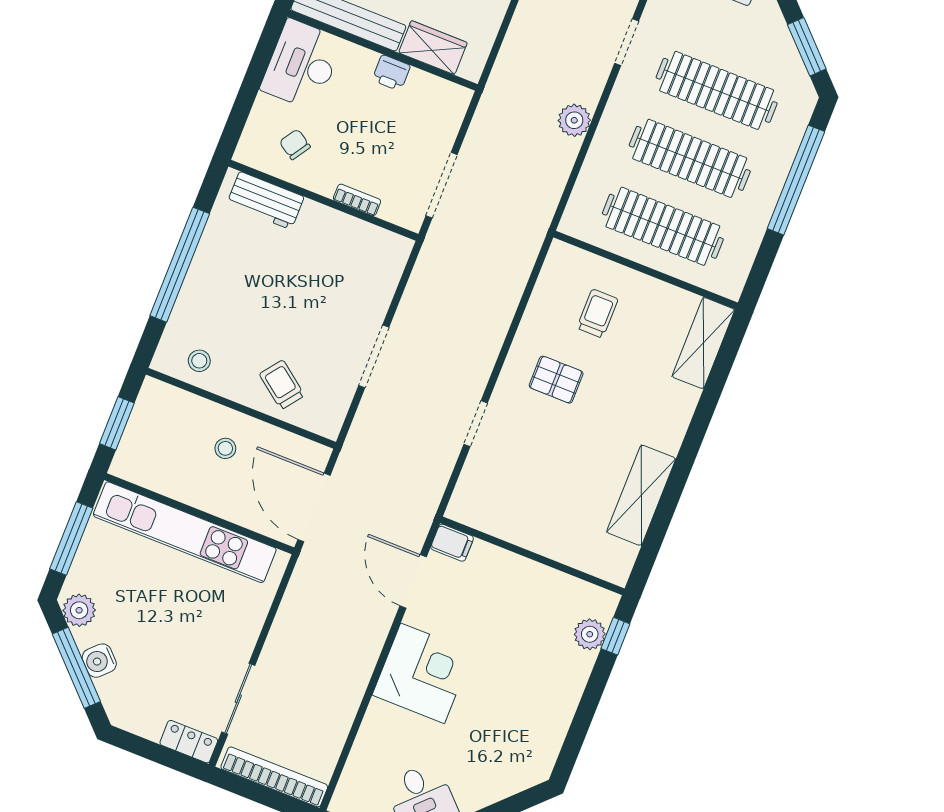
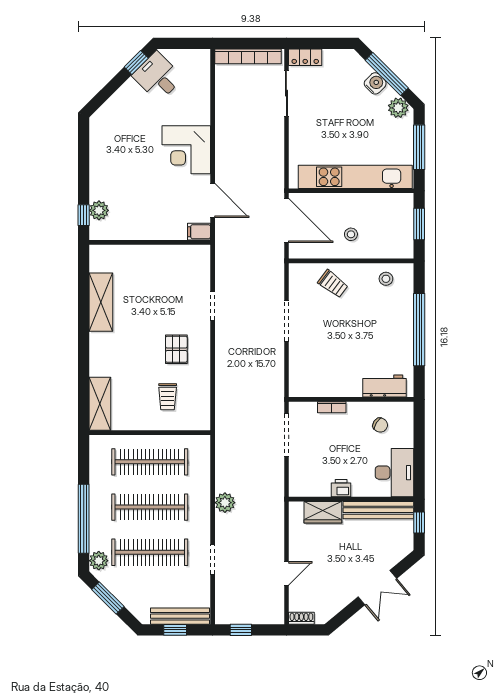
plant: (798, 108) -> (99, 561), added
pallet: (556, 380) -> (176, 349), turned 90

